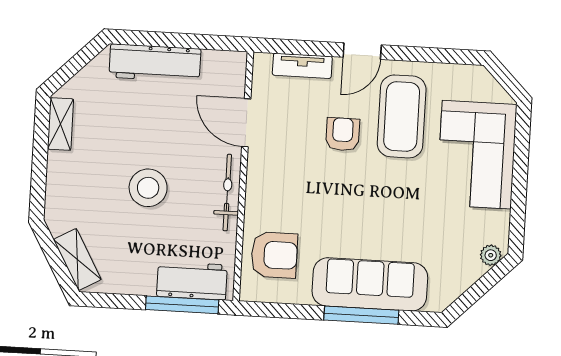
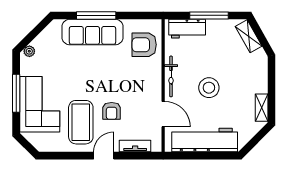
workbench: (155, 63) -> (205, 140), width x1.36, depth x1.32
window: (520, 178) -> (16, 93), added
stool: (148, 188) -> (209, 88), moved
window: (182, 305) -> (209, 15), moved

